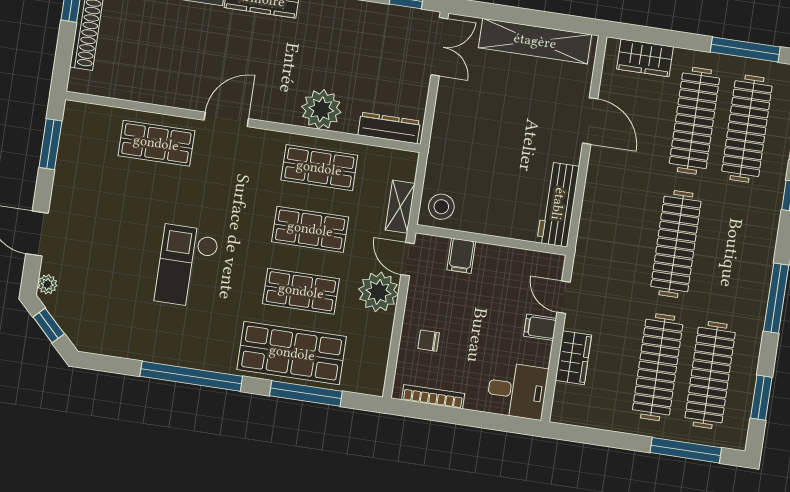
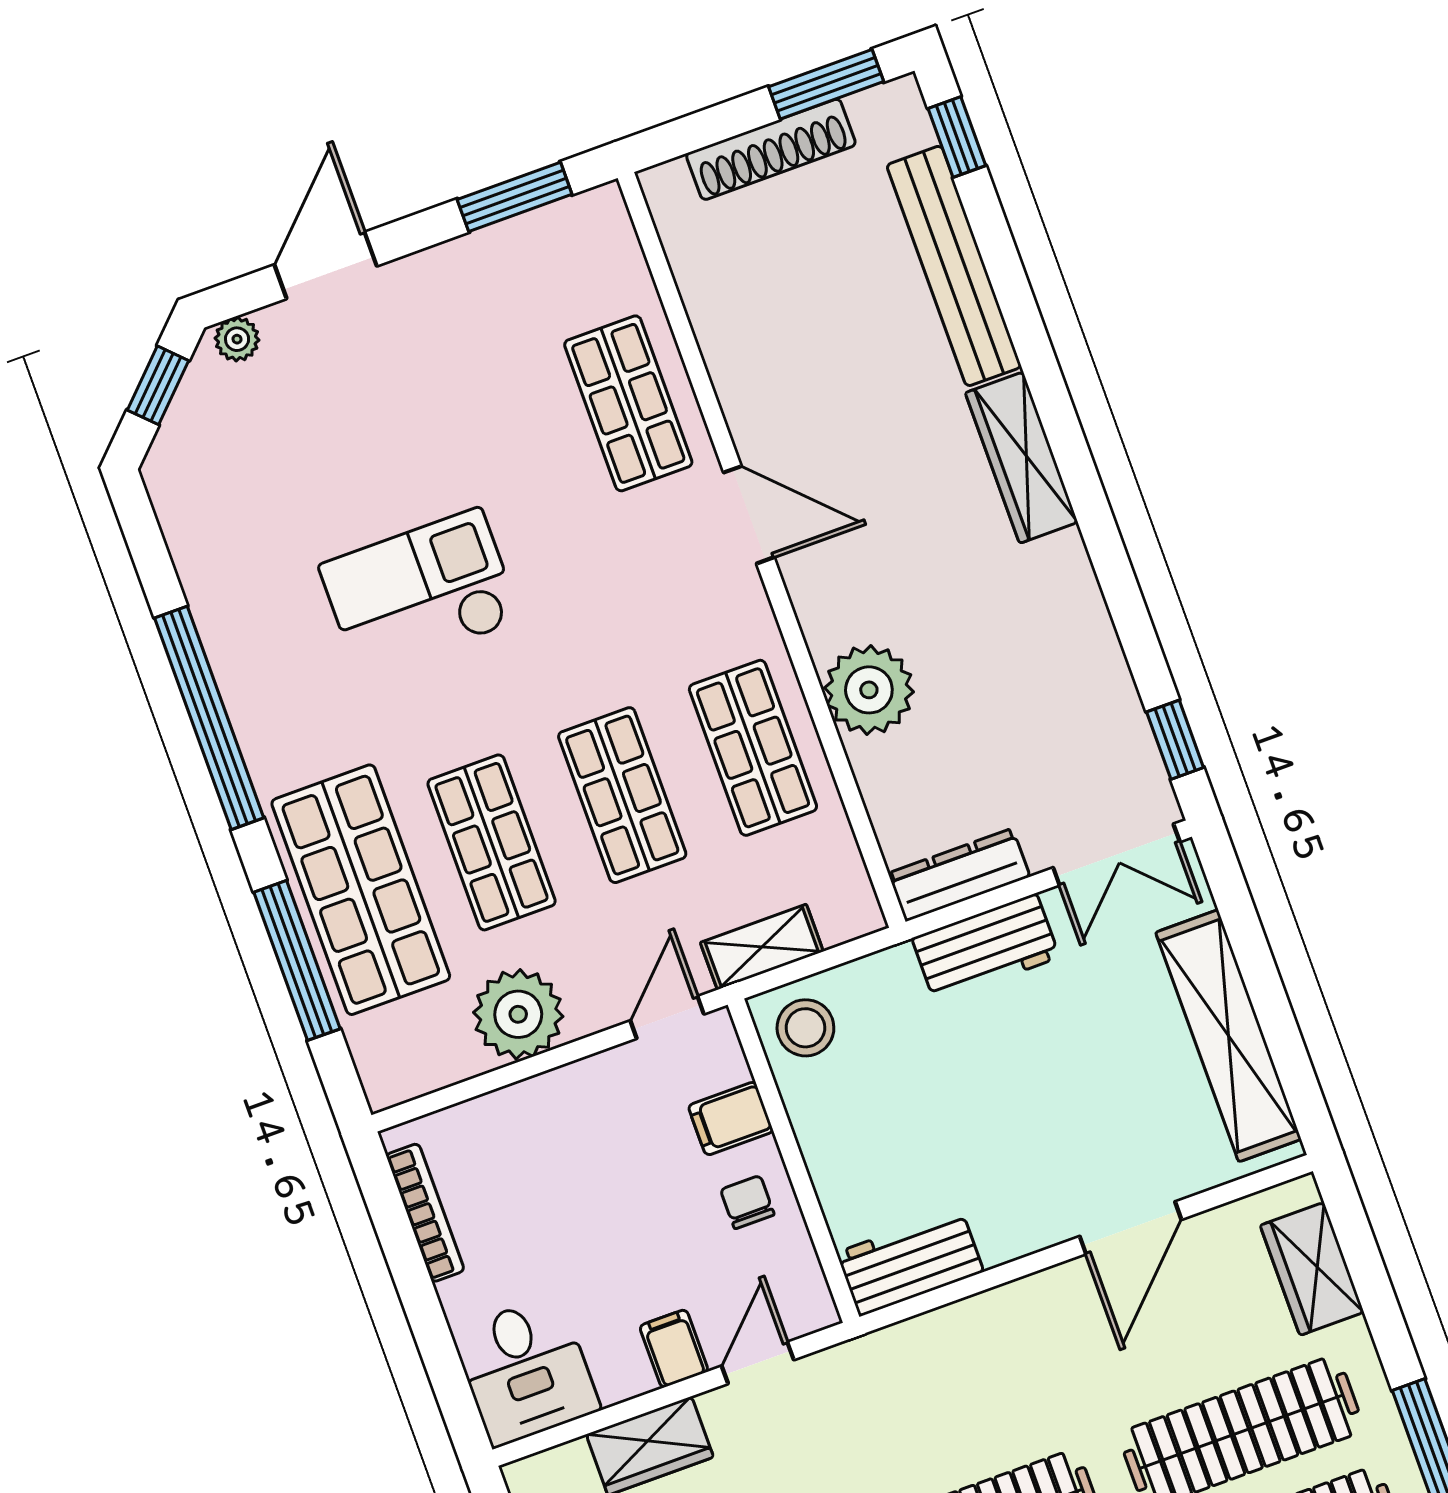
workbench: (448, 118) -> (986, 948), added
dresser: (389, 128) -> (959, 875), moved, turned -90
workbench: (558, 204) -> (910, 1262), width x0.73
plant: (378, 292) -> (518, 1014), moved
chair: (429, 341) -> (747, 1202), moved

